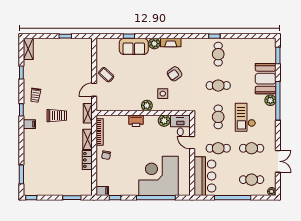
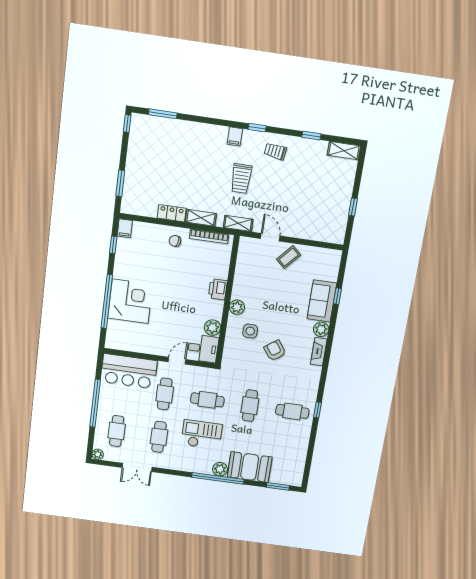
corner desk: (159, 176) -> (130, 301), width x0.74, depth x0.74

